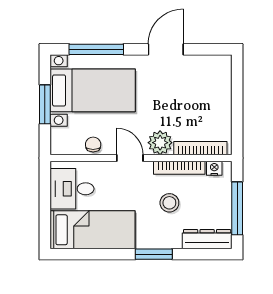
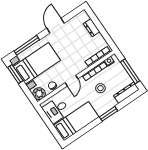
dresser: (223, 93) -> (92, 28), added
window: (45, 104) -> (15, 74), moved
plant: (160, 143) -> (39, 94), moved
door: (130, 158) -> (71, 81), swing flipped

